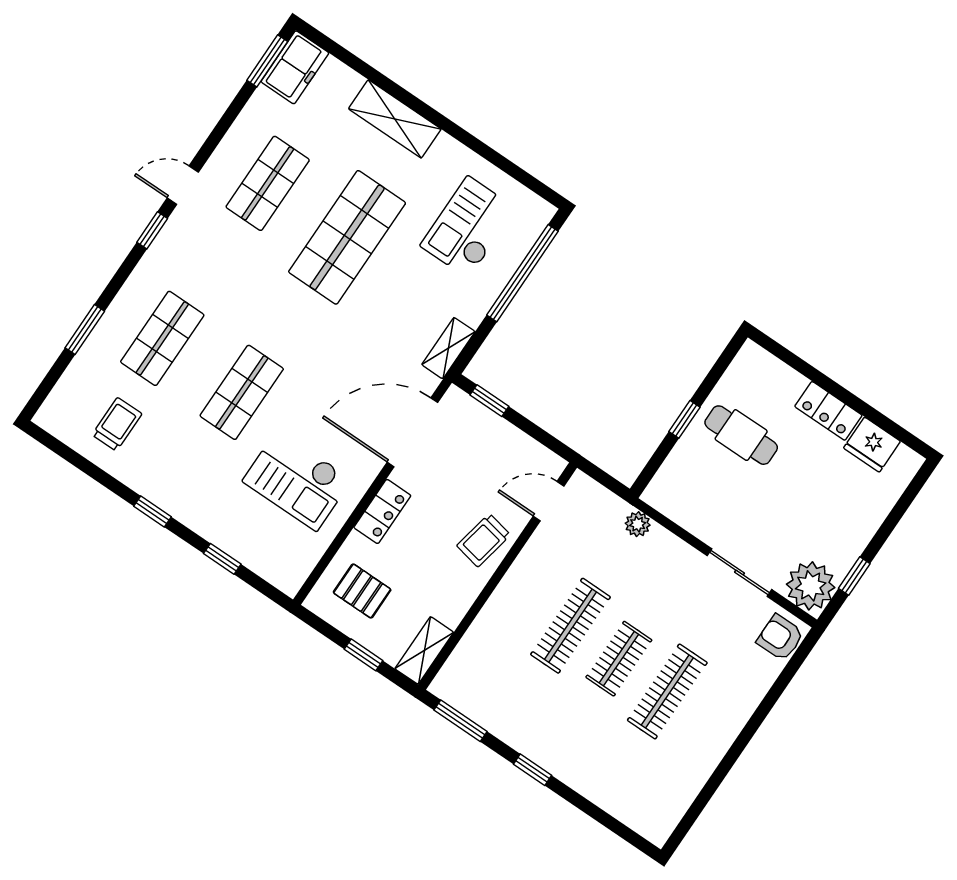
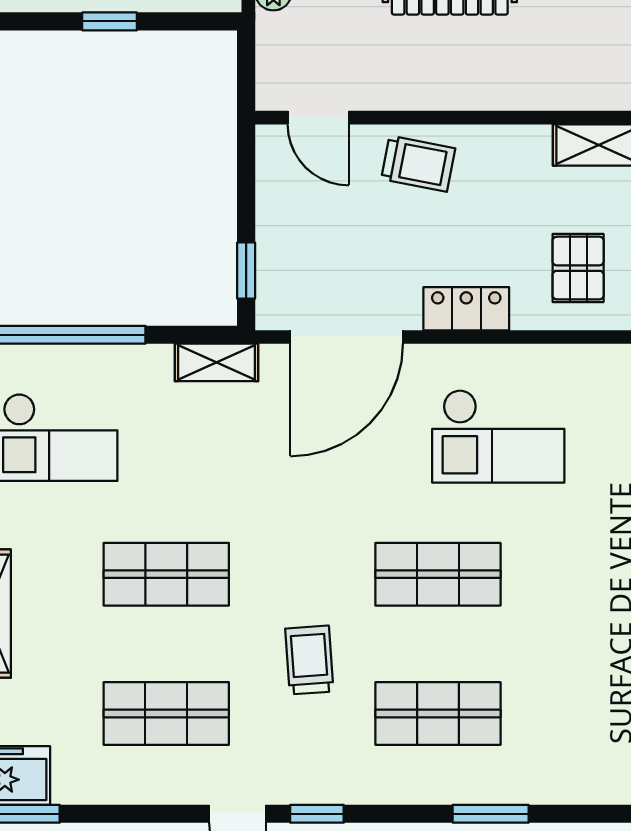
shop shelf: (347, 237) -> (166, 574), width x0.70, depth x0.74
trolley: (117, 424) -> (309, 660), moved, turned 86
door: (412, 432) -> (347, 337), hinge flipped
checkout: (297, 480) -> (498, 436), turned 90

